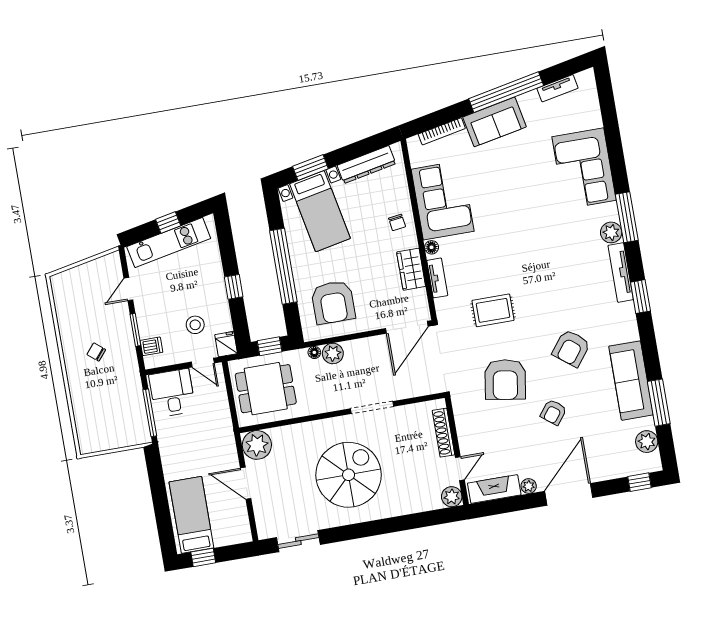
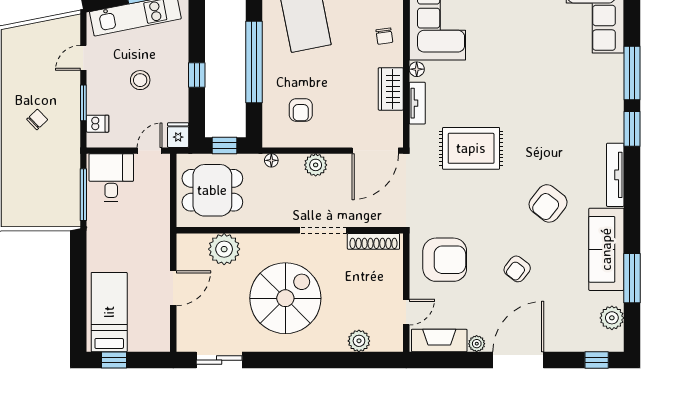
plant: (611, 232) -> (612, 87), removed
tv unit: (621, 273) -> (615, 175), moved
window: (640, 297) -> (632, 129), moved
armchair: (333, 302) -> (301, 110), width x0.53, depth x0.53
rug: (493, 310) -> (471, 148), width x1.36, depth x1.43
stool: (195, 325) -> (140, 80), moved
chair: (96, 352) -> (37, 119), turned 96
plant: (333, 353) -> (316, 165), moved
door: (203, 363) -> (150, 151), swing flipped
armchair: (505, 380) -> (445, 260), moved, turned -99
shoe rack: (443, 433) -> (373, 241), moved, turned -90
plant: (257, 445) -> (224, 249), moved
door: (246, 483) -> (173, 288), swing flipped
plant: (452, 497) -> (359, 341), moved

